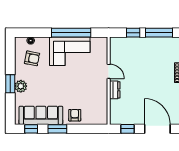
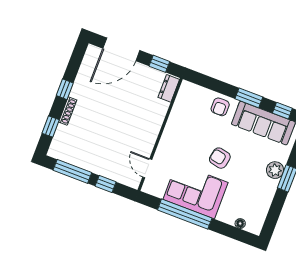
armchair: (32, 58) -> (220, 158), moved
door: (109, 71) -> (147, 168), moved
dresser: (115, 90) -> (169, 88), moved
door: (157, 129) -> (121, 49), hinge flipped

